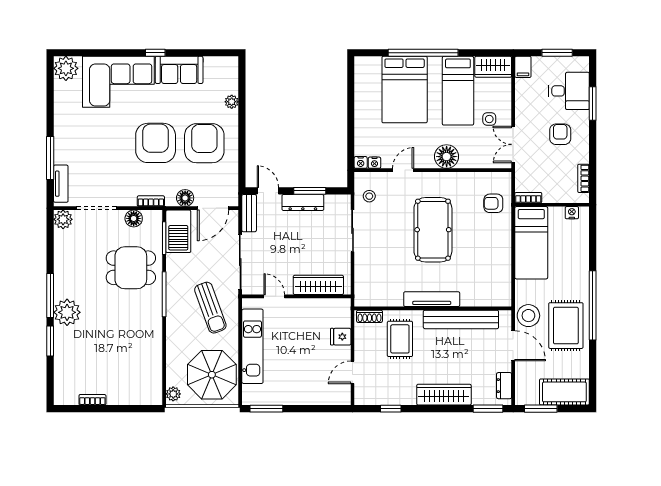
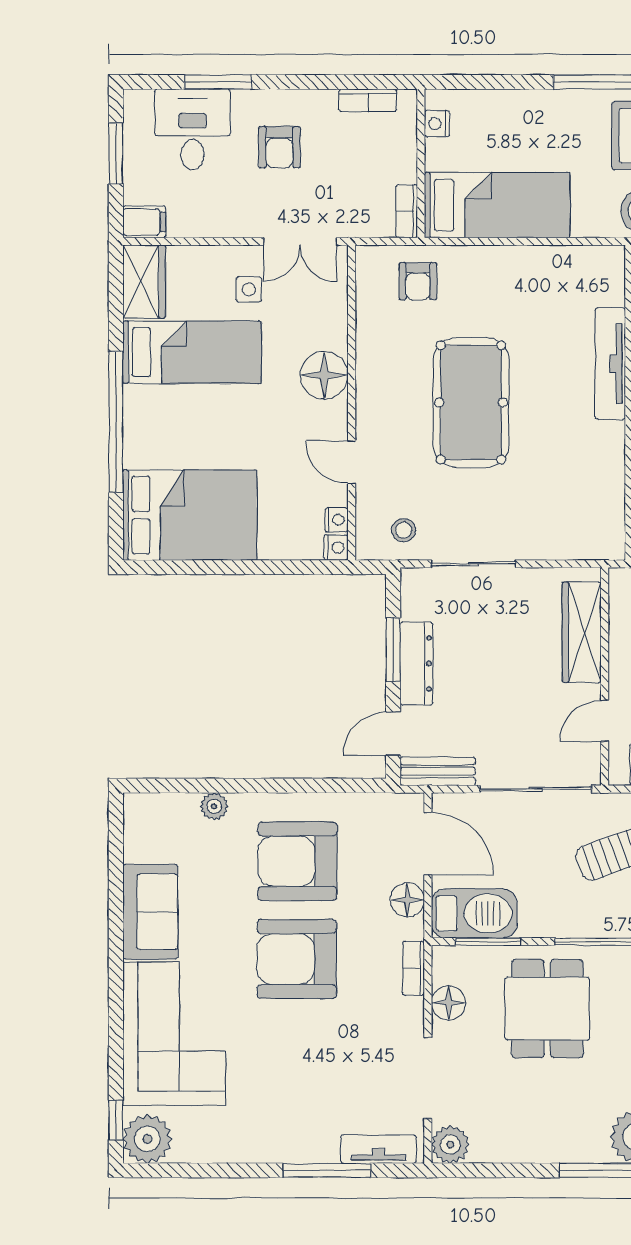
window: (155, 53) -> (116, 1120), moved
bed: (405, 90) -> (190, 515), moved
armchair: (560, 134) -> (279, 147), turned -90
pool table: (433, 230) -> (471, 402), turned 90
tv unit: (432, 299) -> (610, 364), moved

